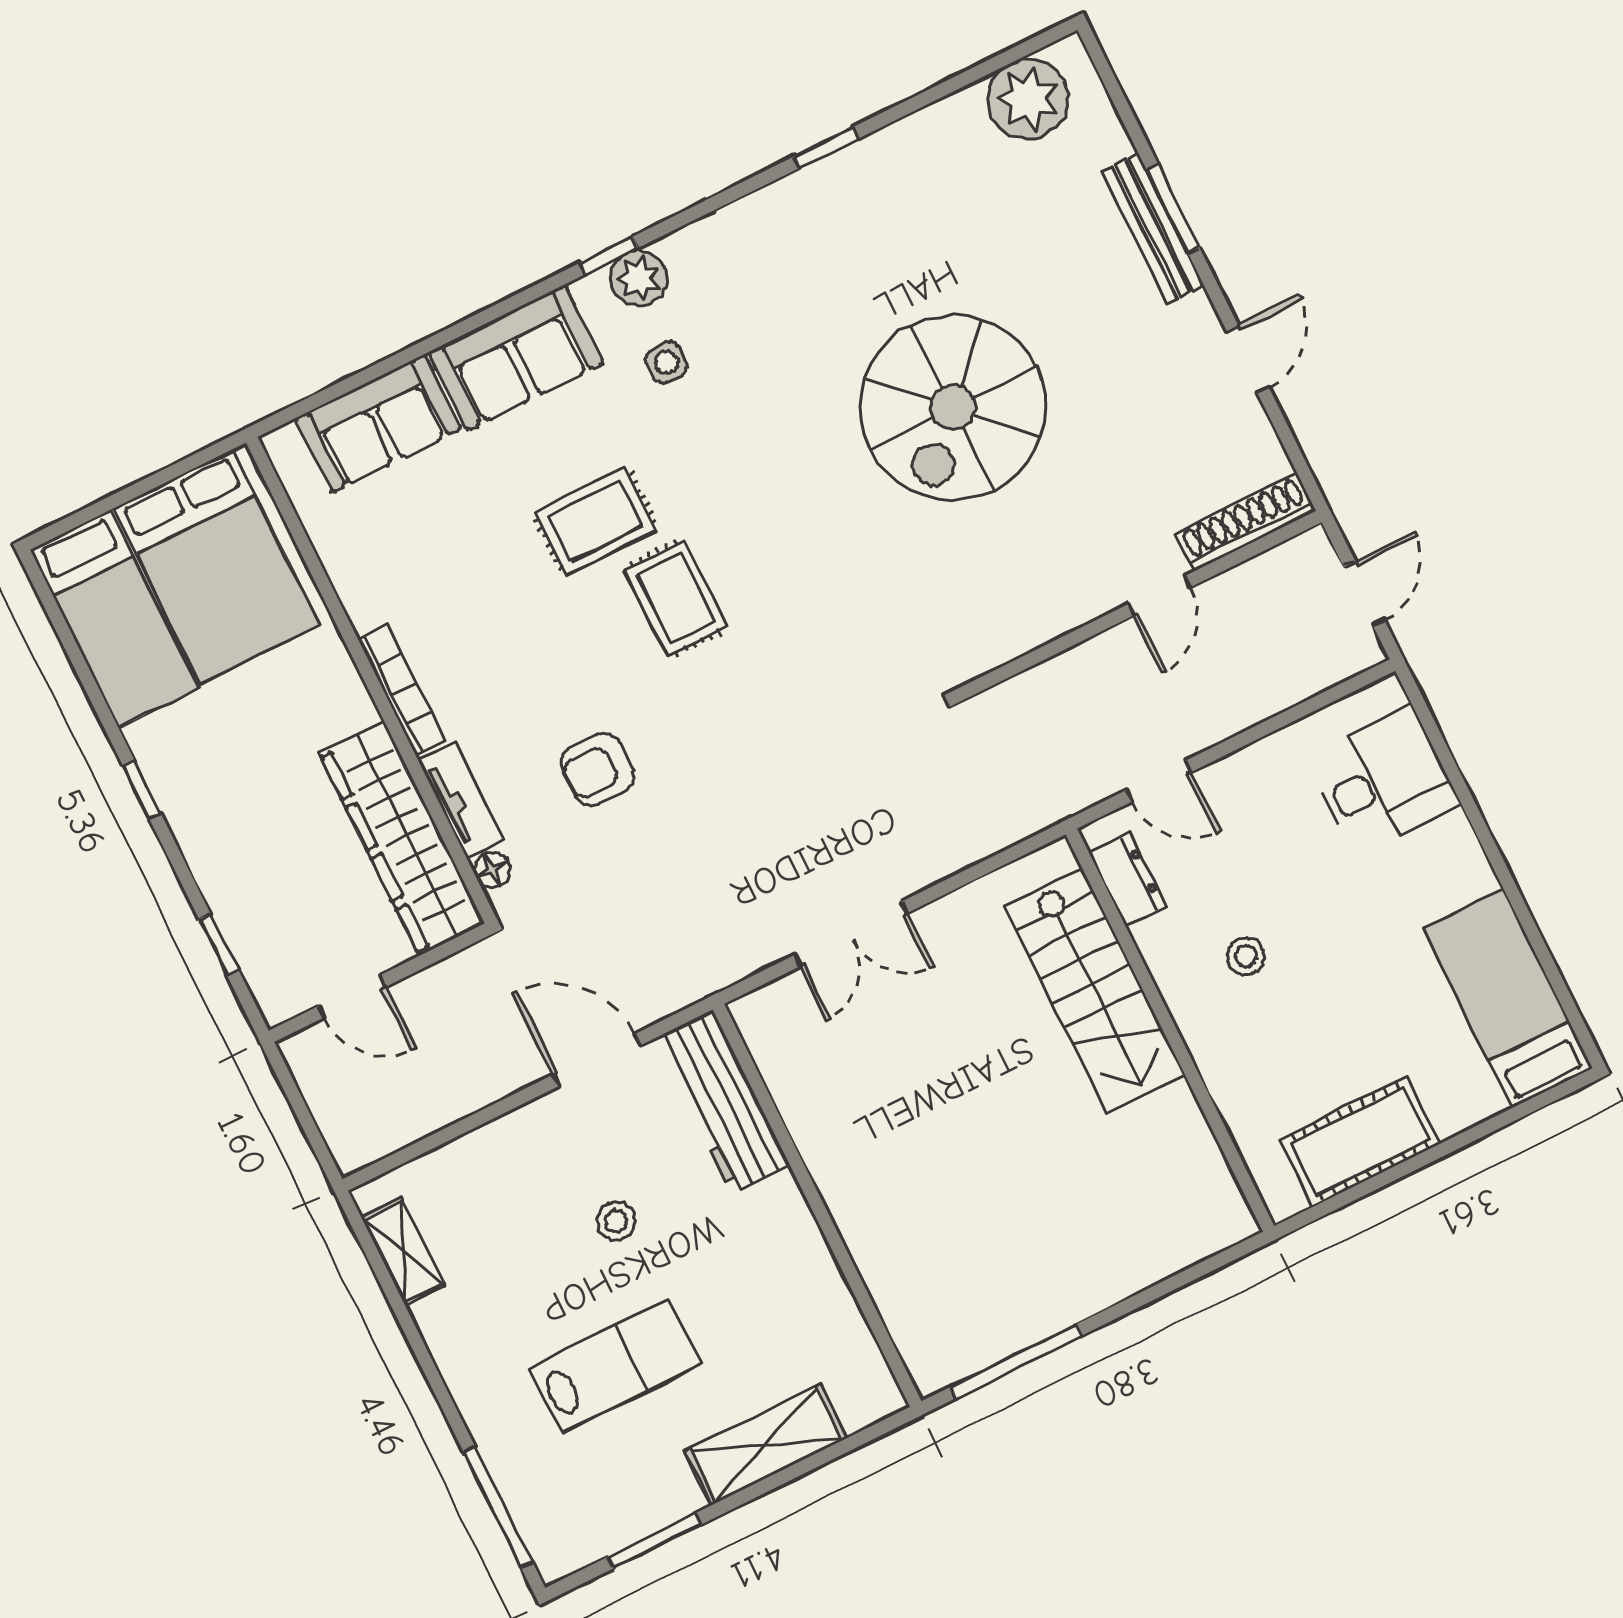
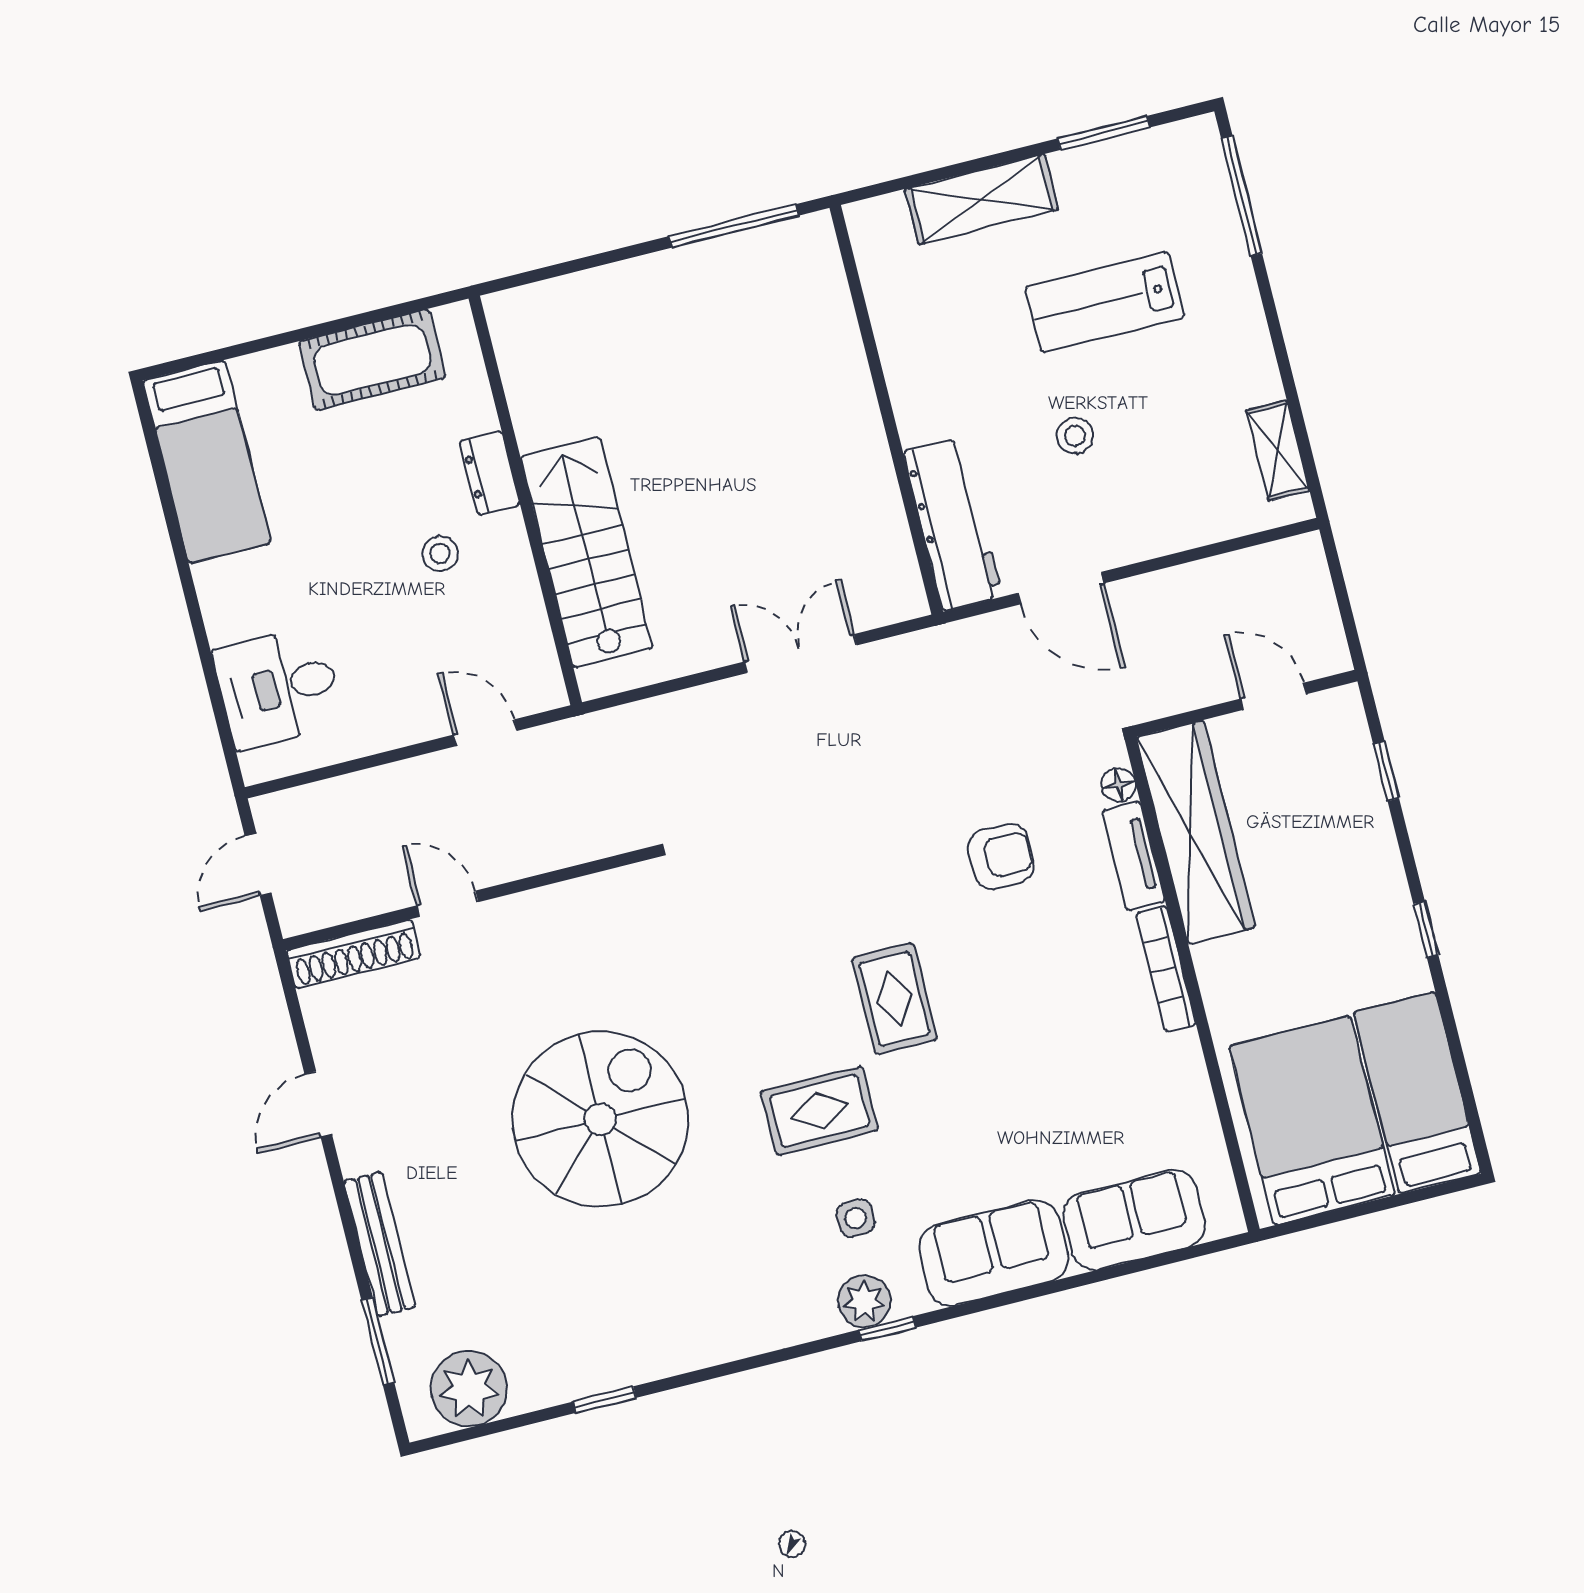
window: (826, 148) -> (604, 1400), moved
window: (1173, 209) -> (378, 1341), moved
rug: (595, 521) -> (819, 1111), moved
door: (1159, 596) -> (447, 904), hinge flipped
dresser: (1128, 879) -> (490, 473), moved

